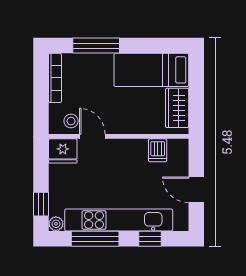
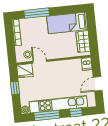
dishwasher: (158, 150) -> (87, 64), moved
door: (196, 190) -> (98, 84), hinge flipped
window: (41, 204) -> (15, 88), moved

